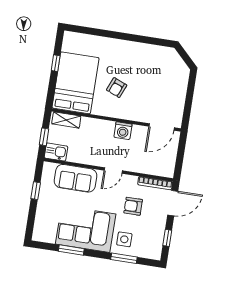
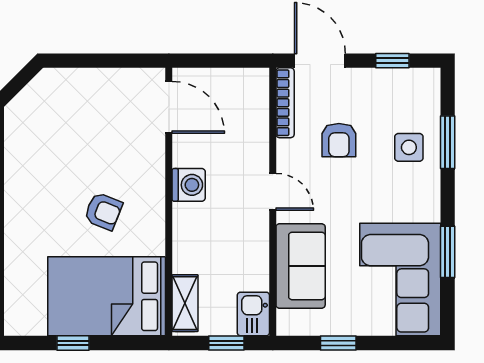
corner sofa: (86, 229) -> (400, 280), moved

